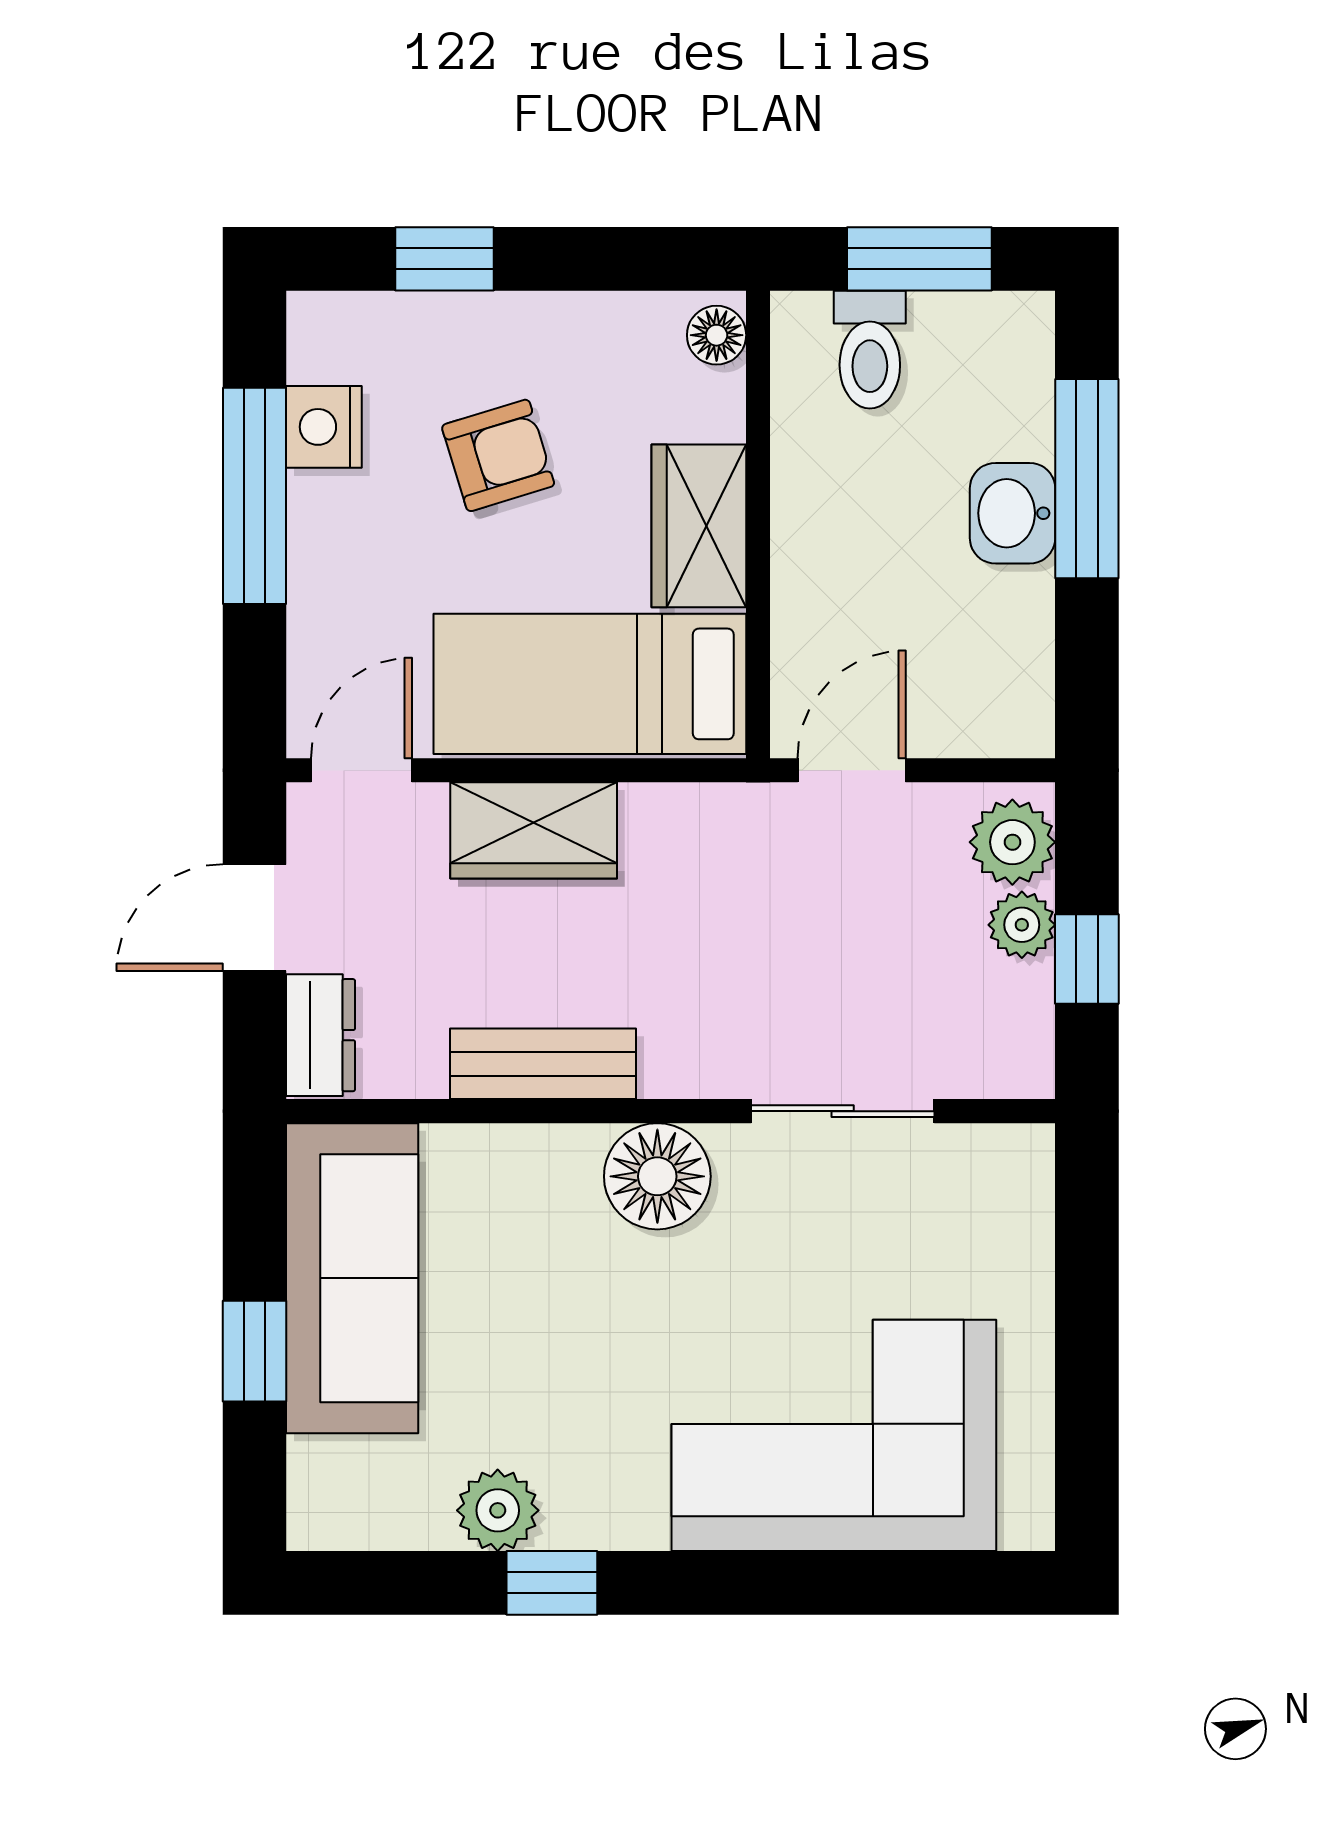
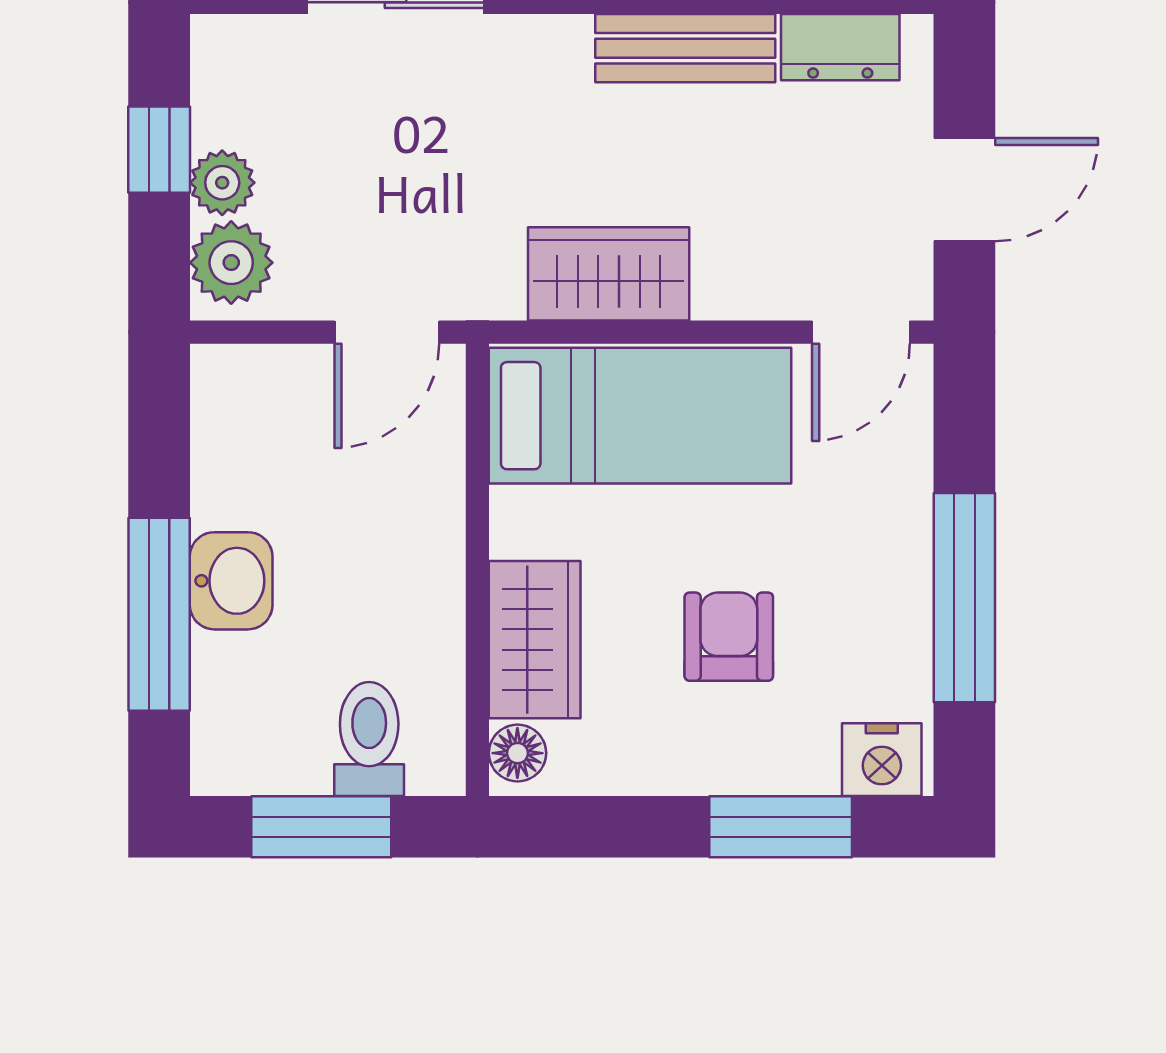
window: (444, 259) -> (781, 827), width x1.50
nightstand: (324, 427) -> (882, 760), moved, turned 90
armchair: (498, 455) -> (729, 637), turned 107
wardrobe: (699, 526) -> (535, 640), moved
wardrobe: (534, 830) -> (609, 274), moved
dresser: (321, 1035) -> (840, 47), moved, turned -90

